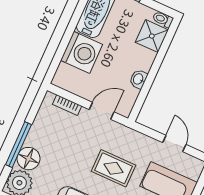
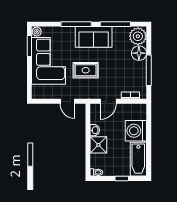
shower: (152, 36) -> (98, 145), moved
door: (174, 144) -> (67, 101), moved
window: (18, 145) -> (149, 70), moved

